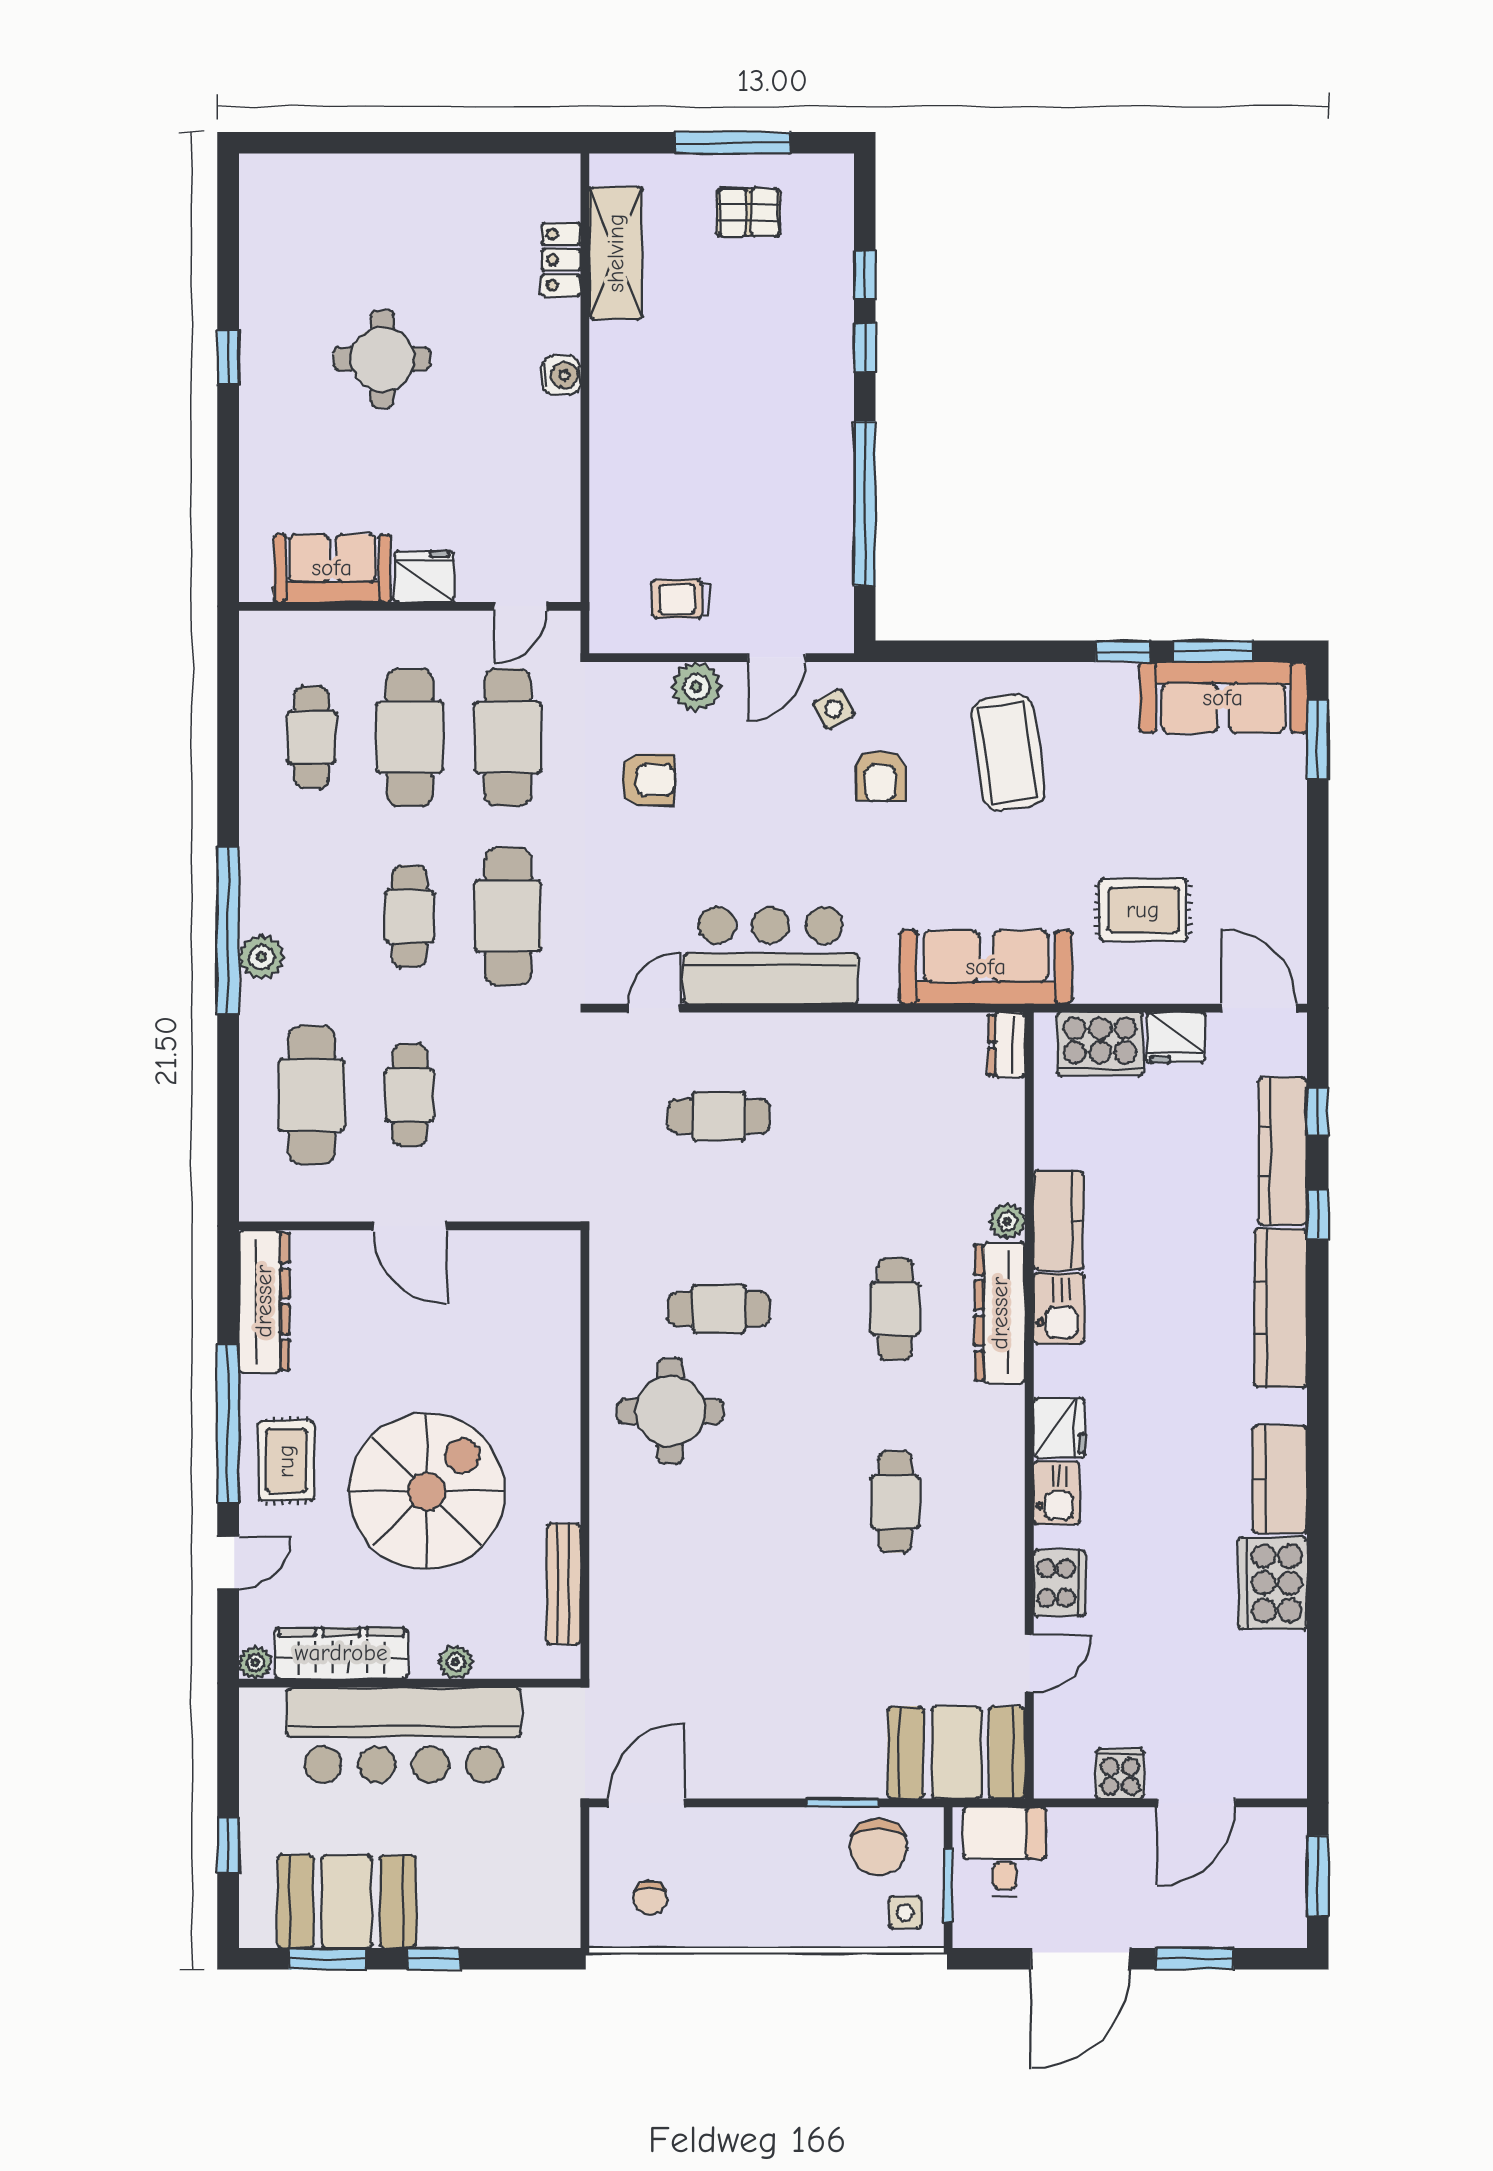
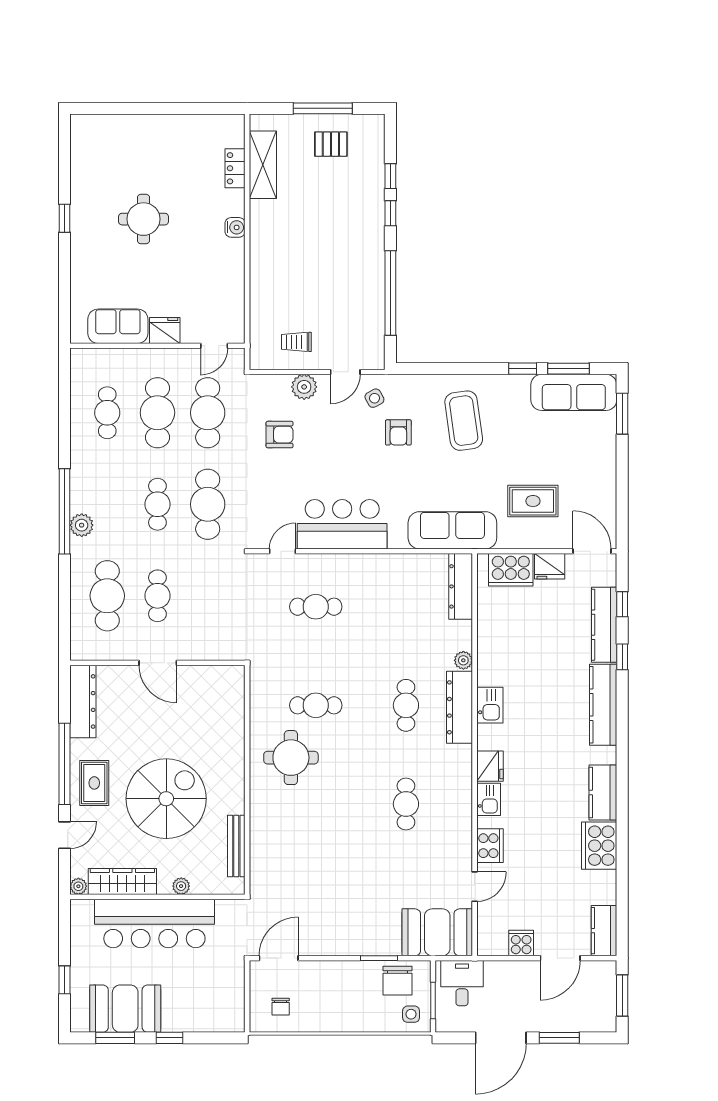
dresser: (1007, 1045) -> (461, 586), width x1.96, depth x1.24
kitchen counter: (1058, 1220) -> (604, 931), moved, turned 180

